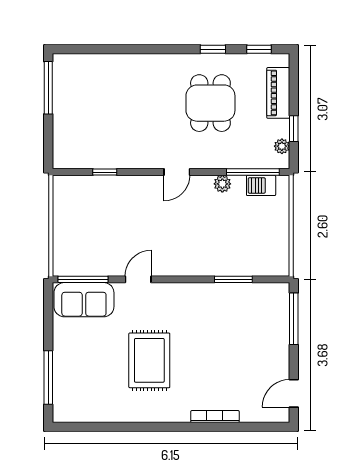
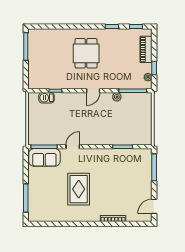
dining table: (210, 103) -> (86, 53), moved
barbecue: (261, 185) -> (47, 98), moved

